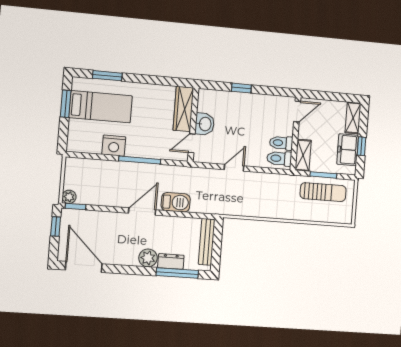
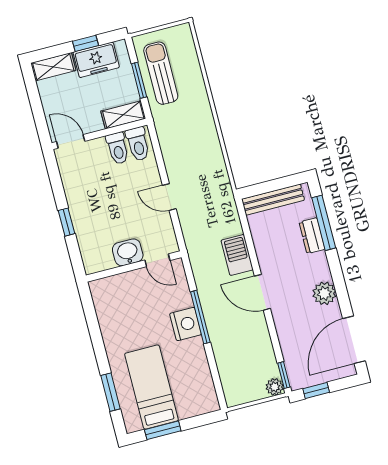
wardrobe: (183, 109) -> (118, 285), removed
nightstand: (114, 146) -> (186, 324), moved
plant: (148, 258) -> (324, 293), moved

